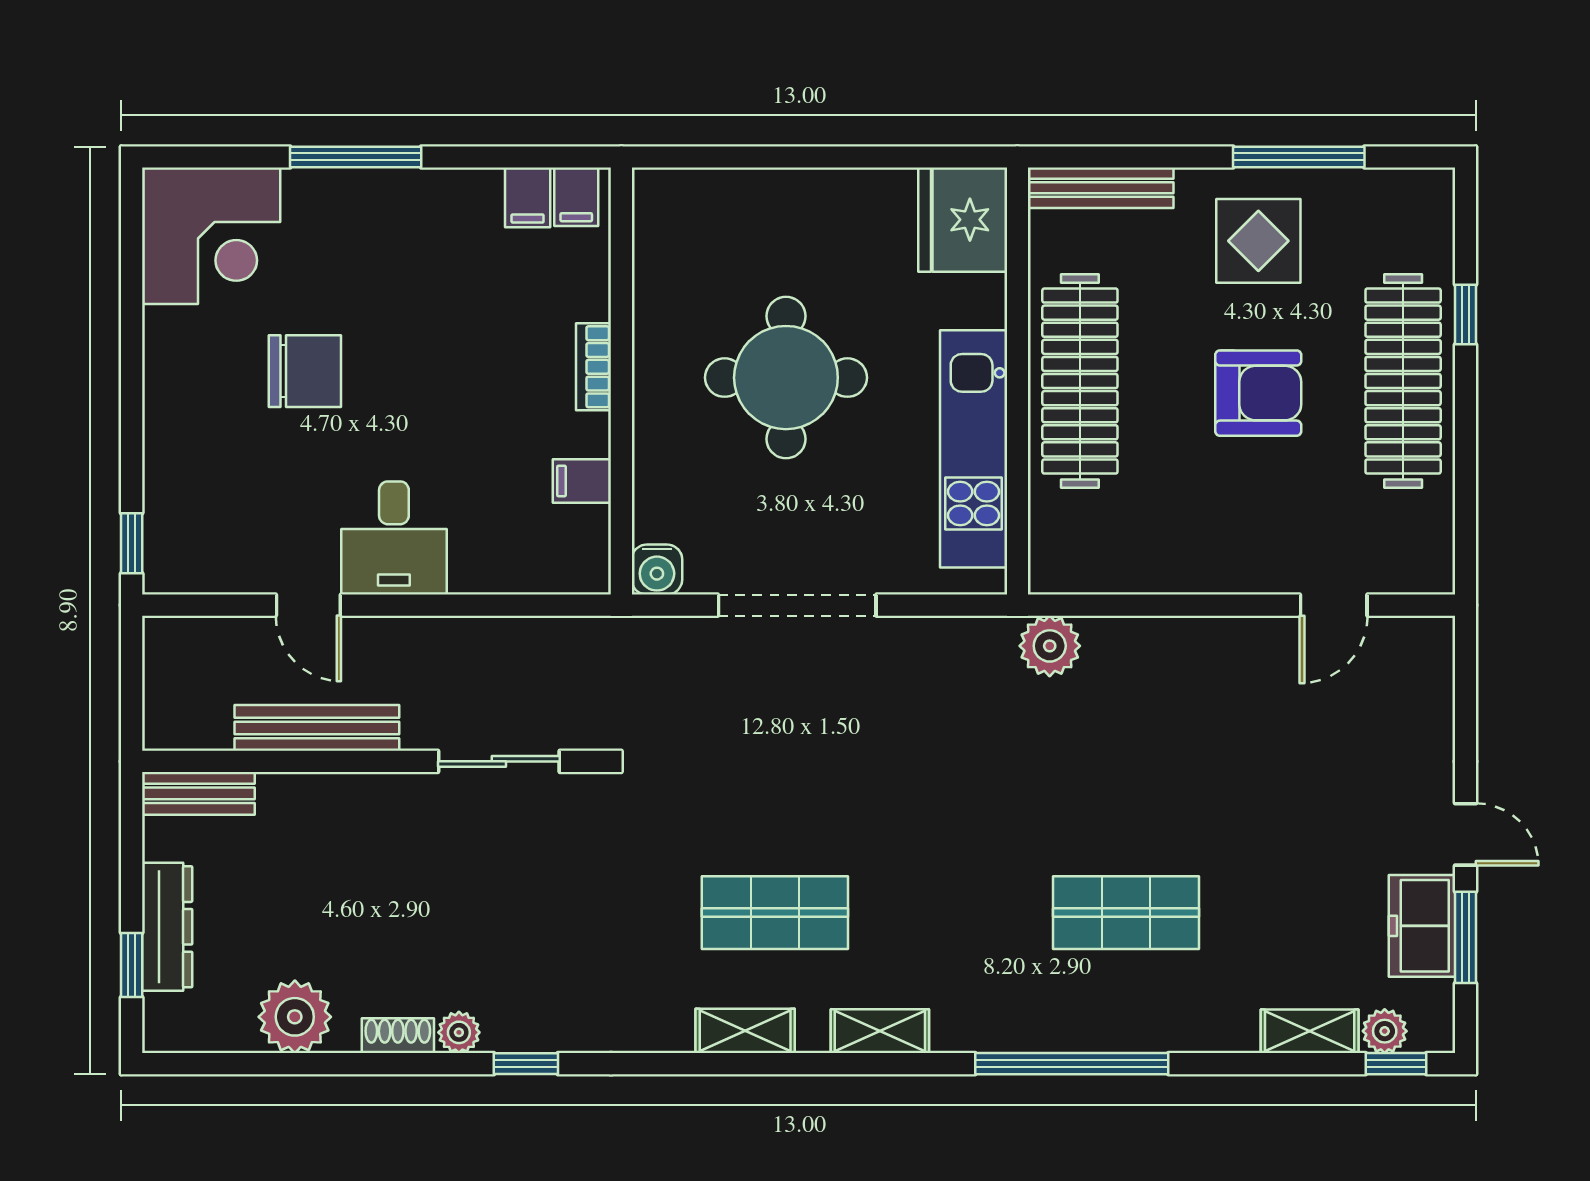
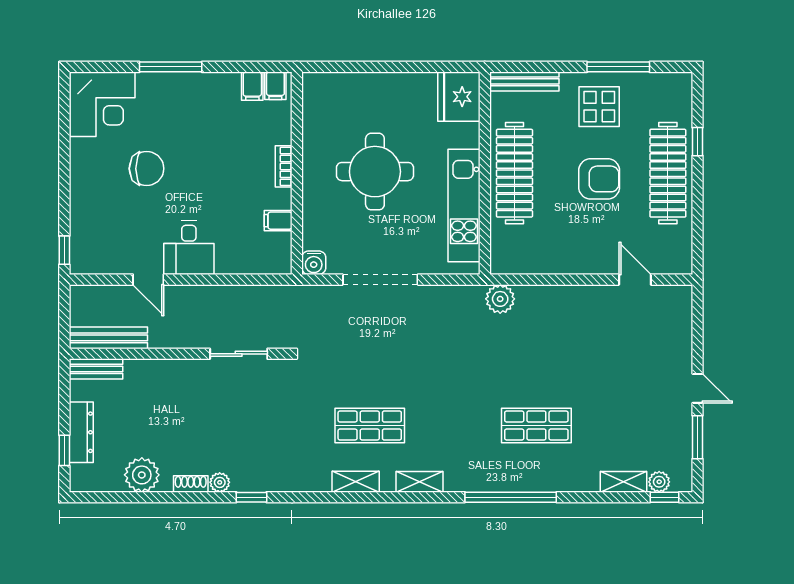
door: (1334, 605) -> (635, 280), swing flipped
bench: (317, 728) -> (108, 338), moved
freezer: (1422, 926) -> (677, 432), removed

